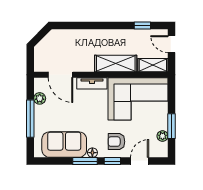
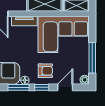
window: (171, 126) -> (92, 58), width x1.44
plant: (163, 136) -> (85, 80), moved
armchair: (116, 142) -> (45, 71), turned 180

